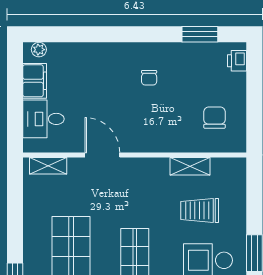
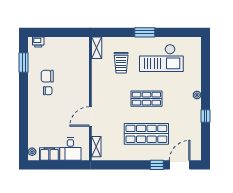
chair: (214, 118) -> (47, 76), moved
shelving: (190, 166) -> (97, 48), moved

